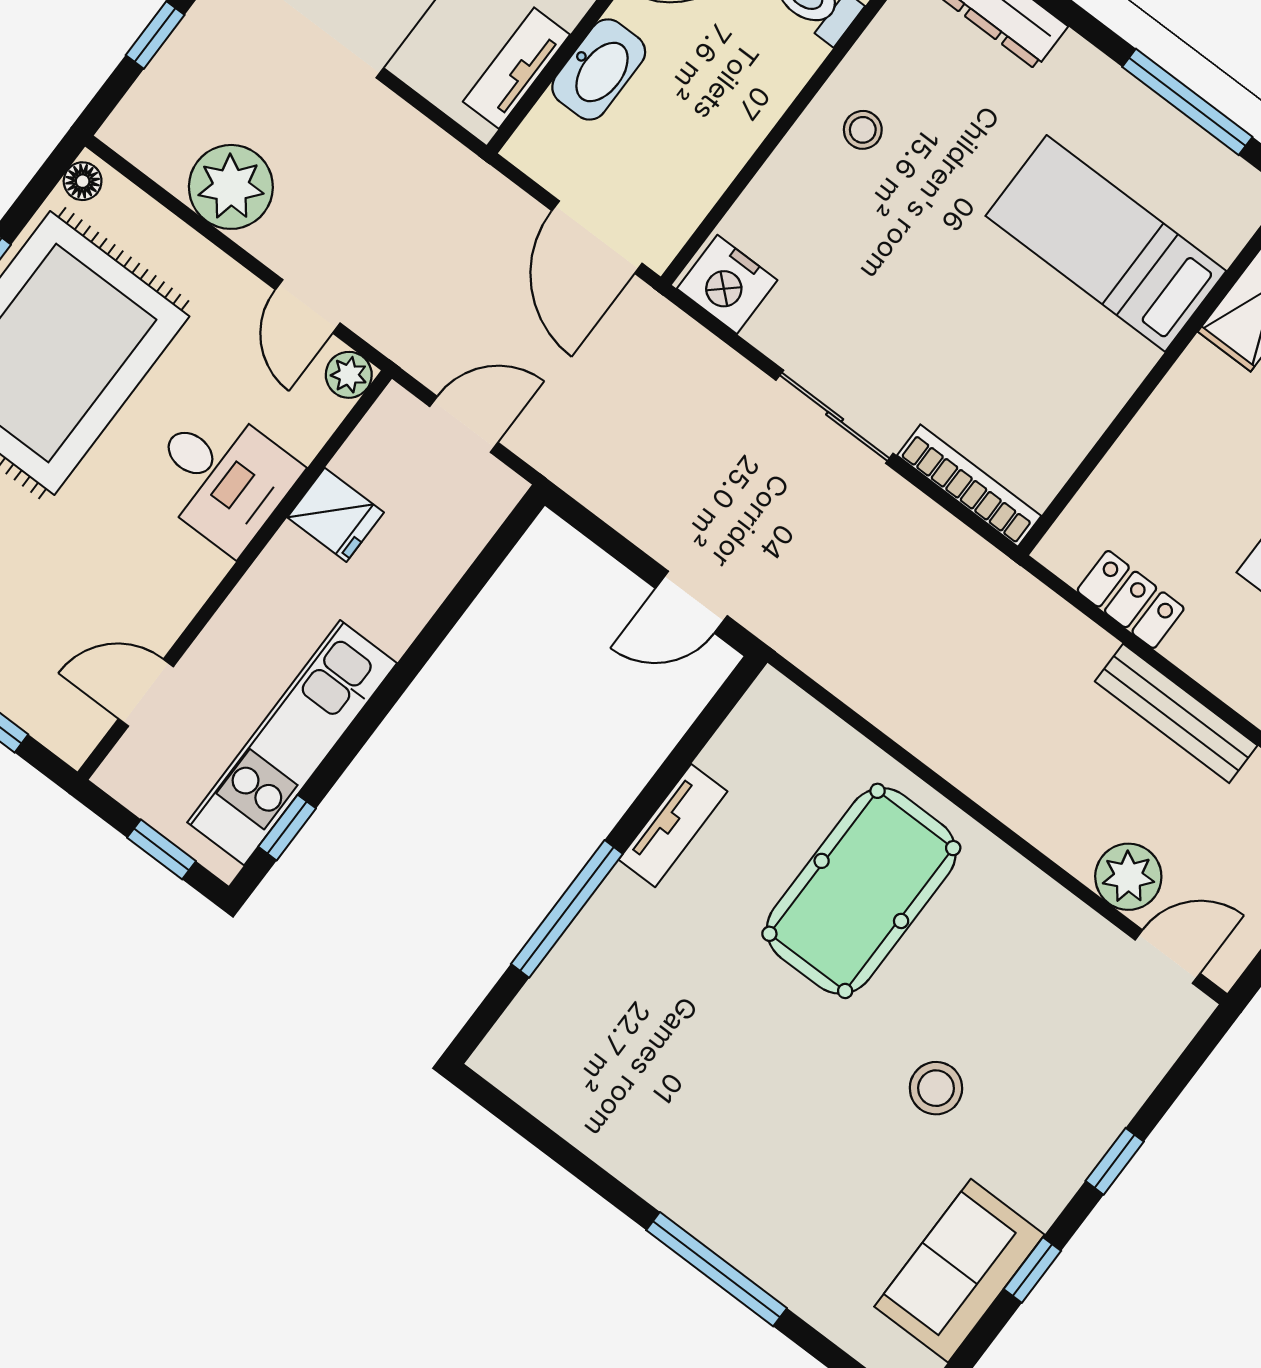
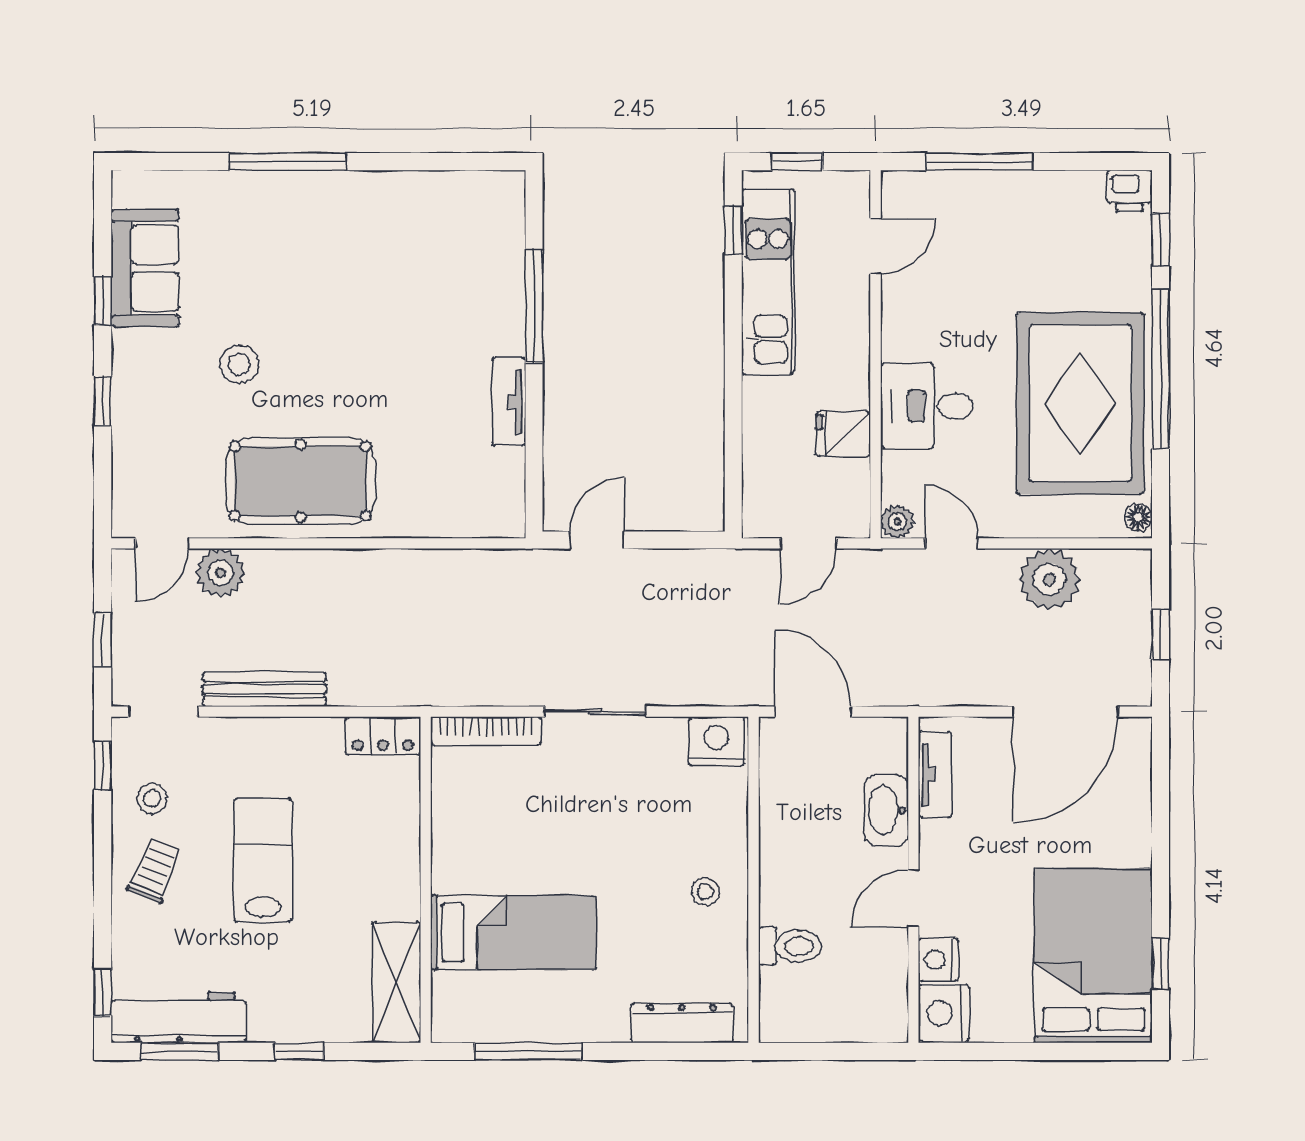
locker: (1131, 599) -> (383, 736), moved
pool table: (861, 891) -> (300, 481), moved, turned 90

